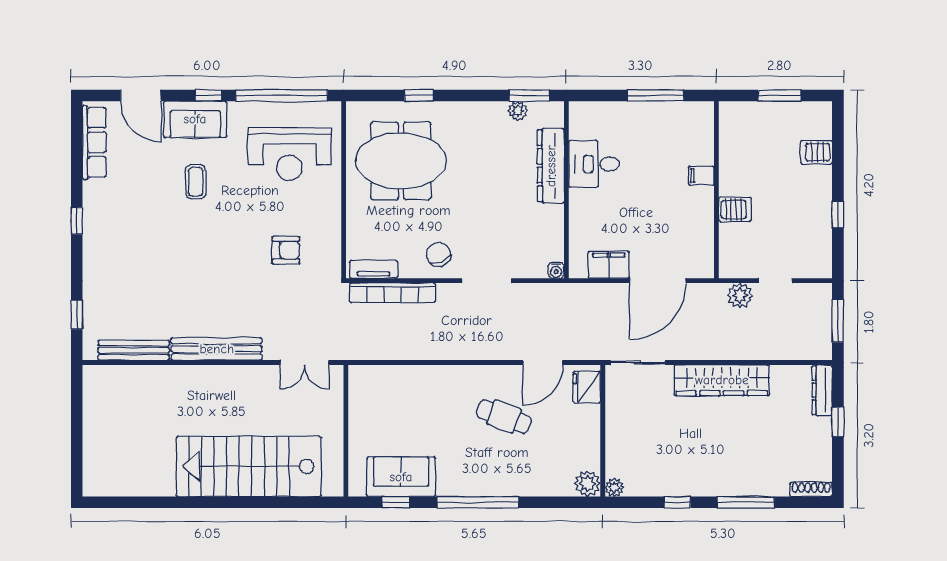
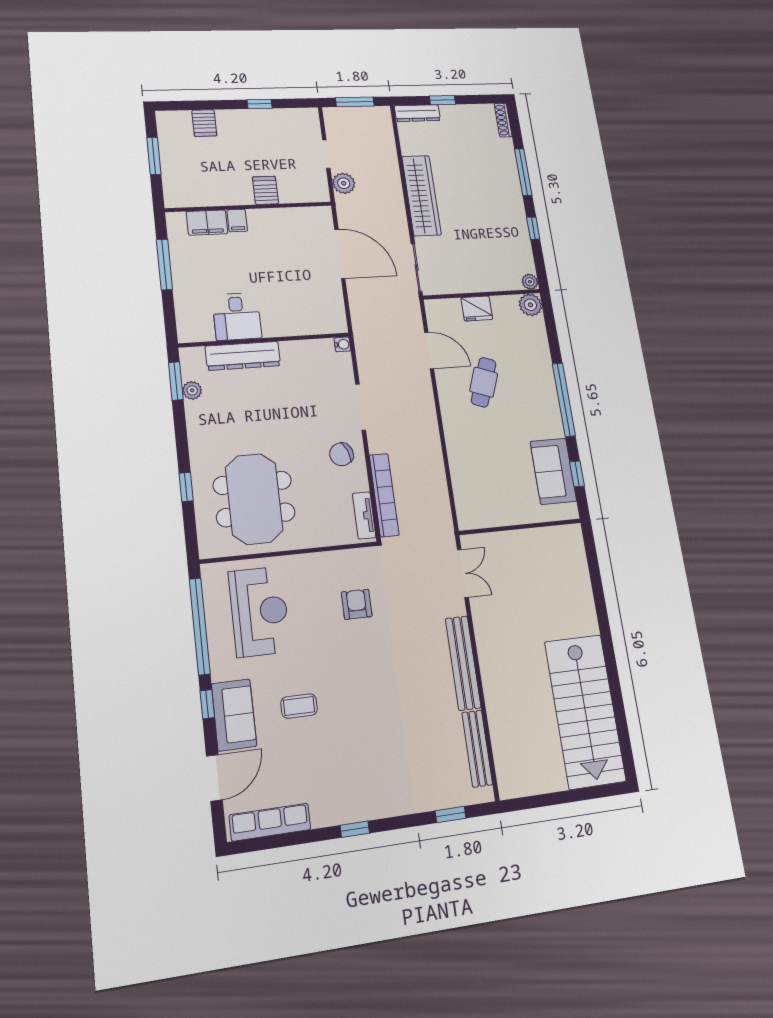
filing cabinet: (609, 265) -> (207, 223), moved, turned -90
fridge: (587, 387) -> (477, 309), moved
stairs: (249, 466) -> (585, 711), moved

